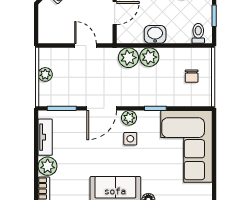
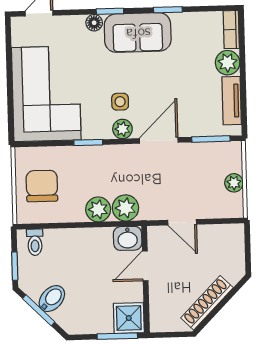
washbasin: (155, 34) -> (128, 238), moved
chair: (192, 76) -> (42, 186), width x1.87, depth x1.87

